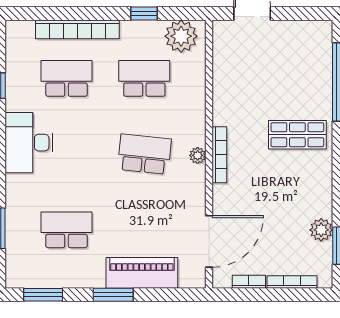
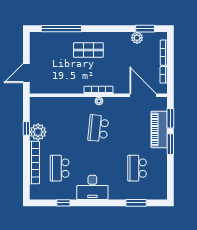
plant: (181, 36) -> (38, 132), moved
school desk: (144, 78) -> (60, 128), removed
shop shelf: (297, 135) -> (88, 50), turned 90
window: (43, 295) -> (170, 118), moved

